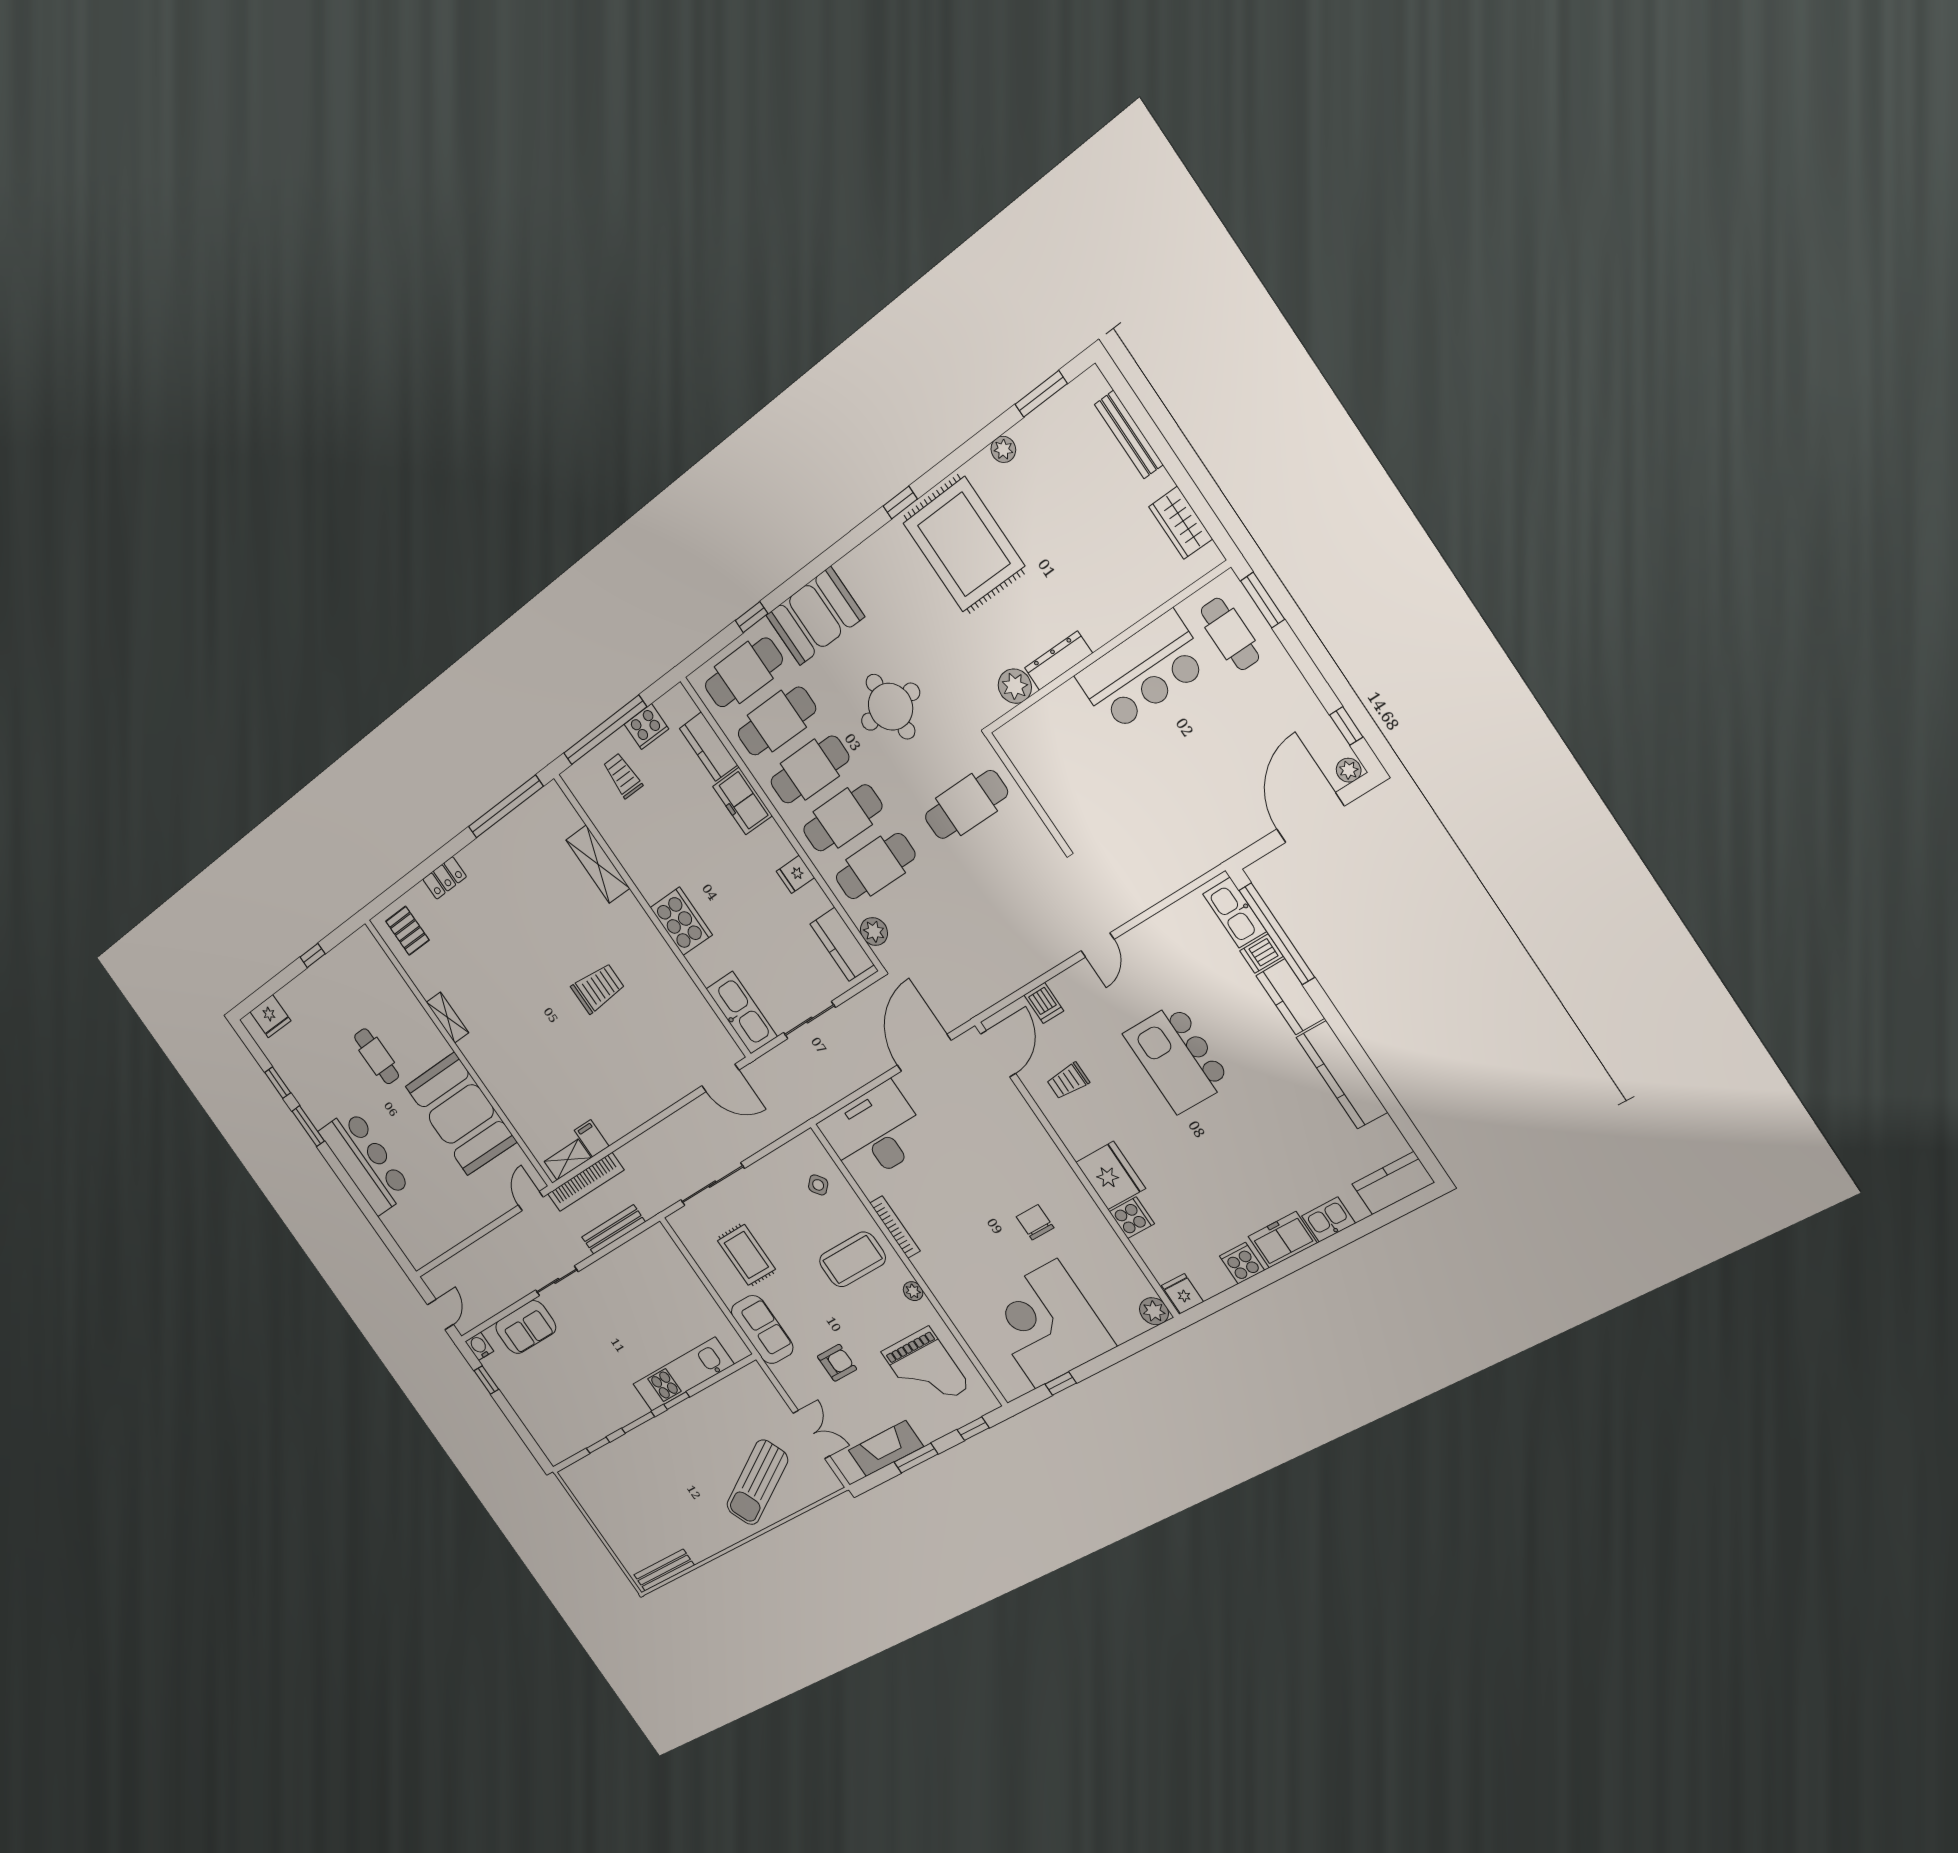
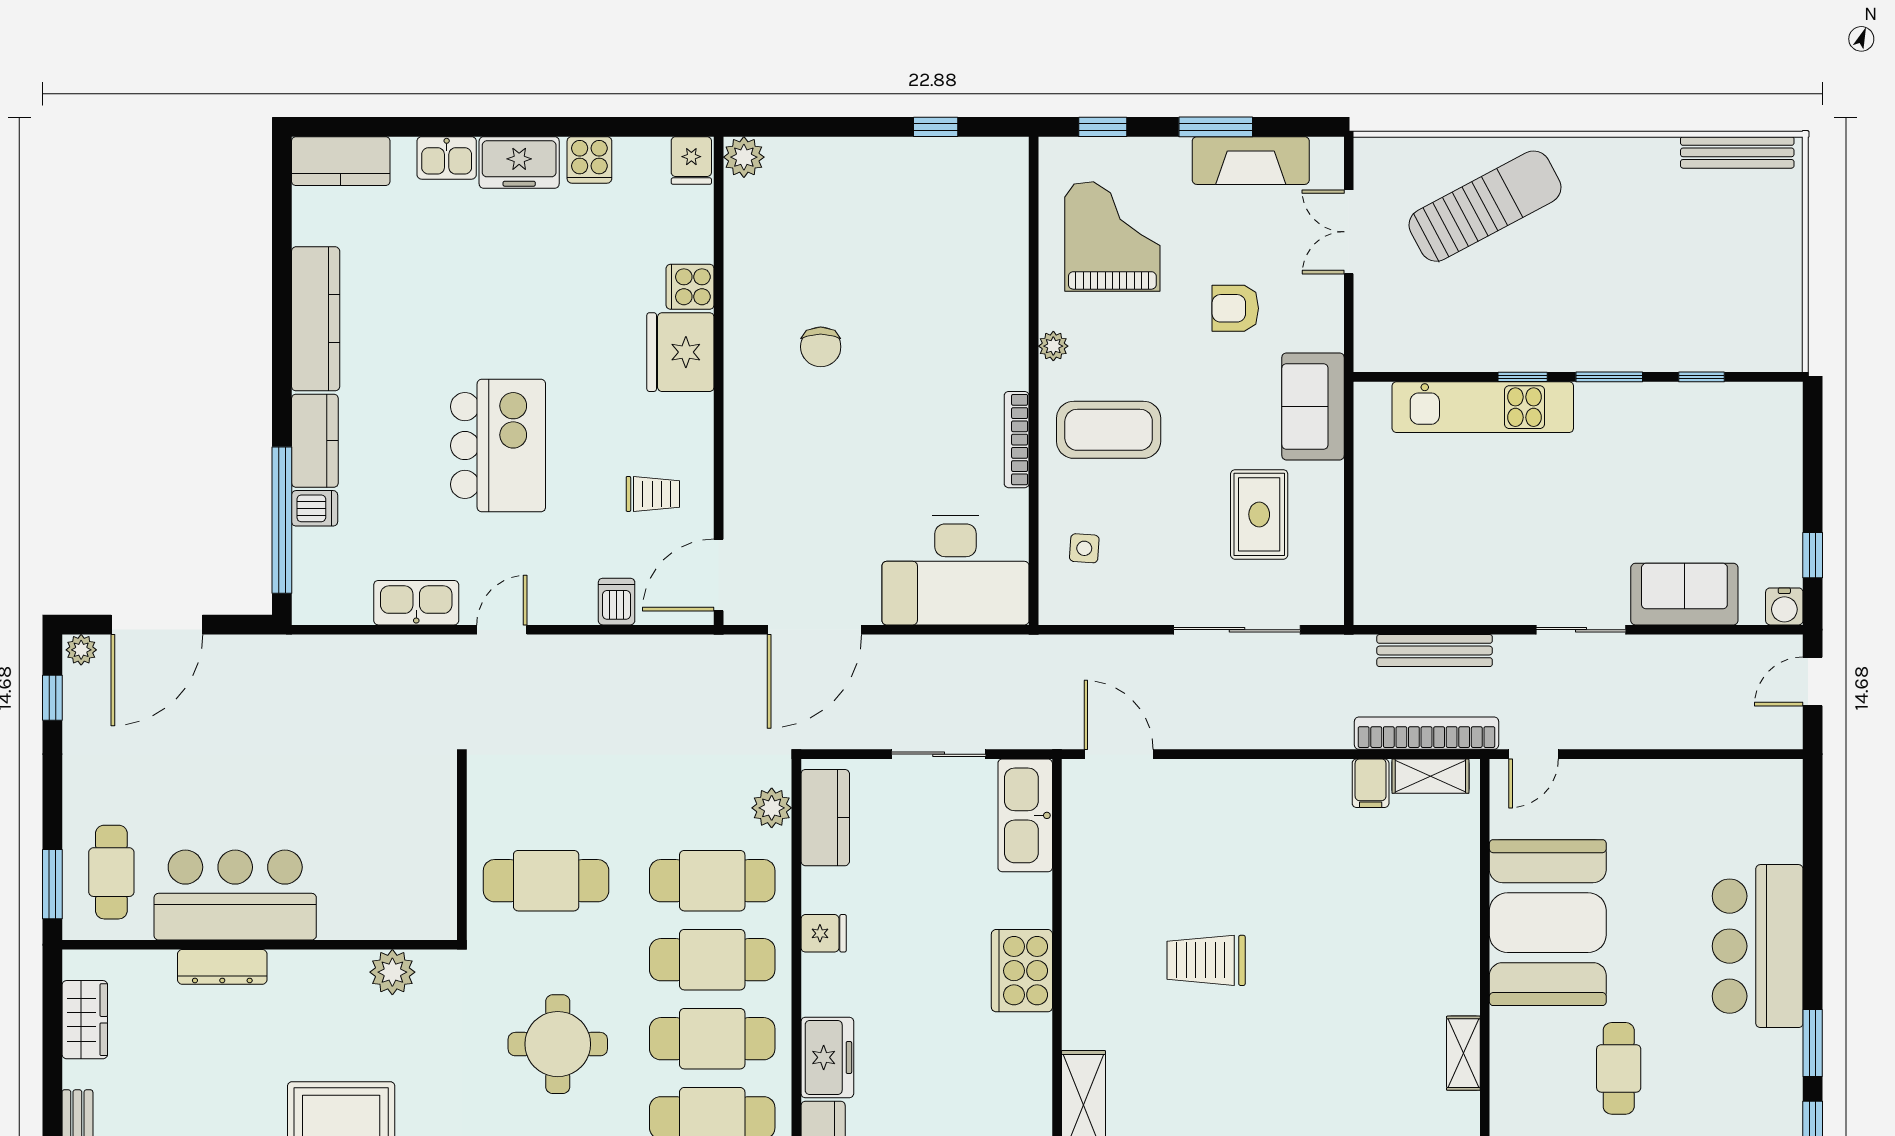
dresser: (1058, 661) -> (222, 967), moved
kitchen sink: (1235, 913) -> (416, 603), moved, turned -90
side table: (818, 1185) -> (1084, 548), turned 45
corner desk: (1046, 1324) -> (900, 212), removed

